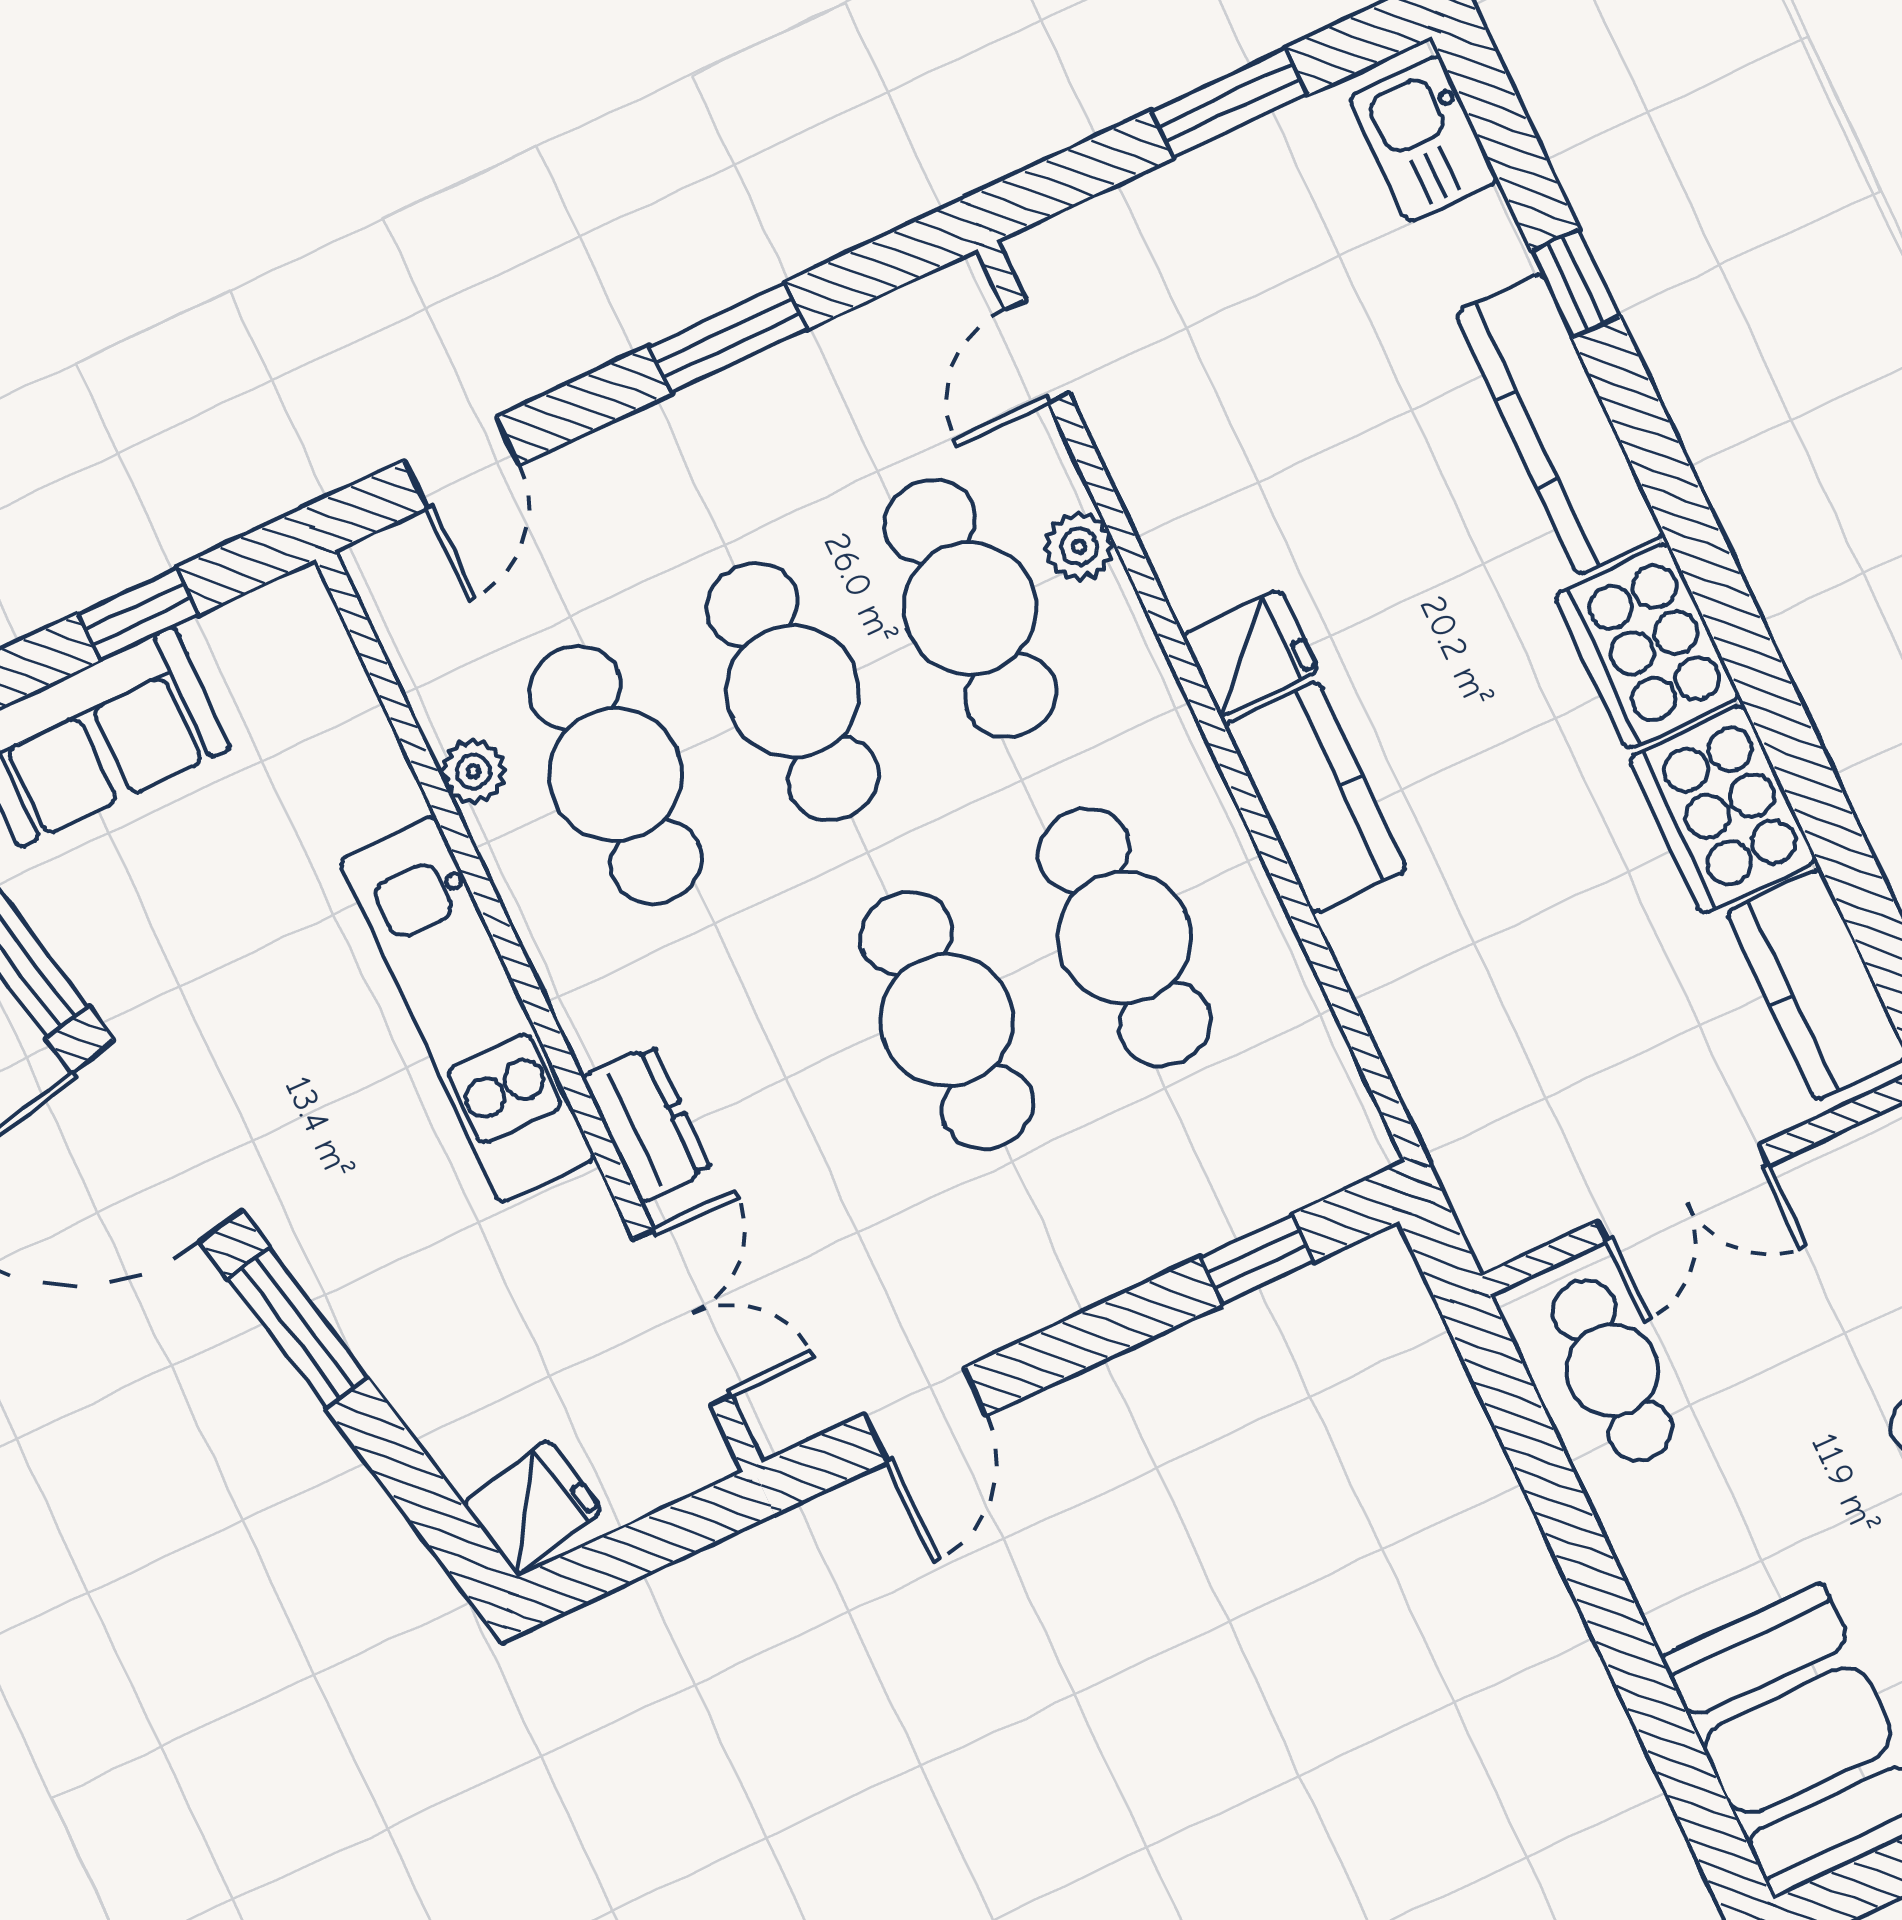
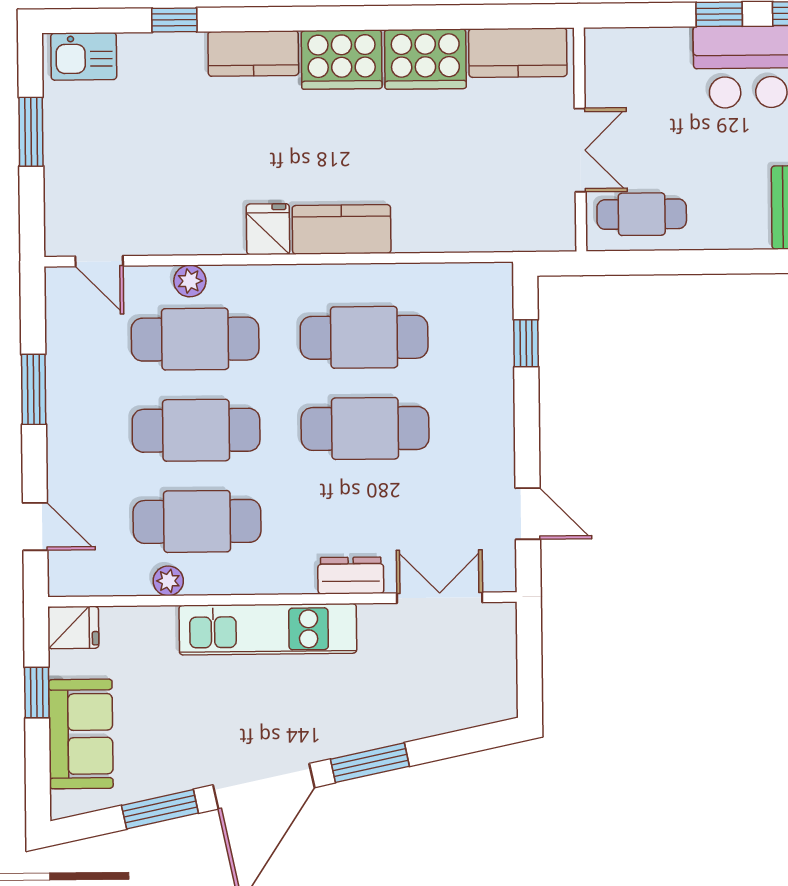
kitchen counter: (1560, 424) -> (253, 53), width x0.67
fridge: (532, 1507) -> (73, 627), moved, turned 102

